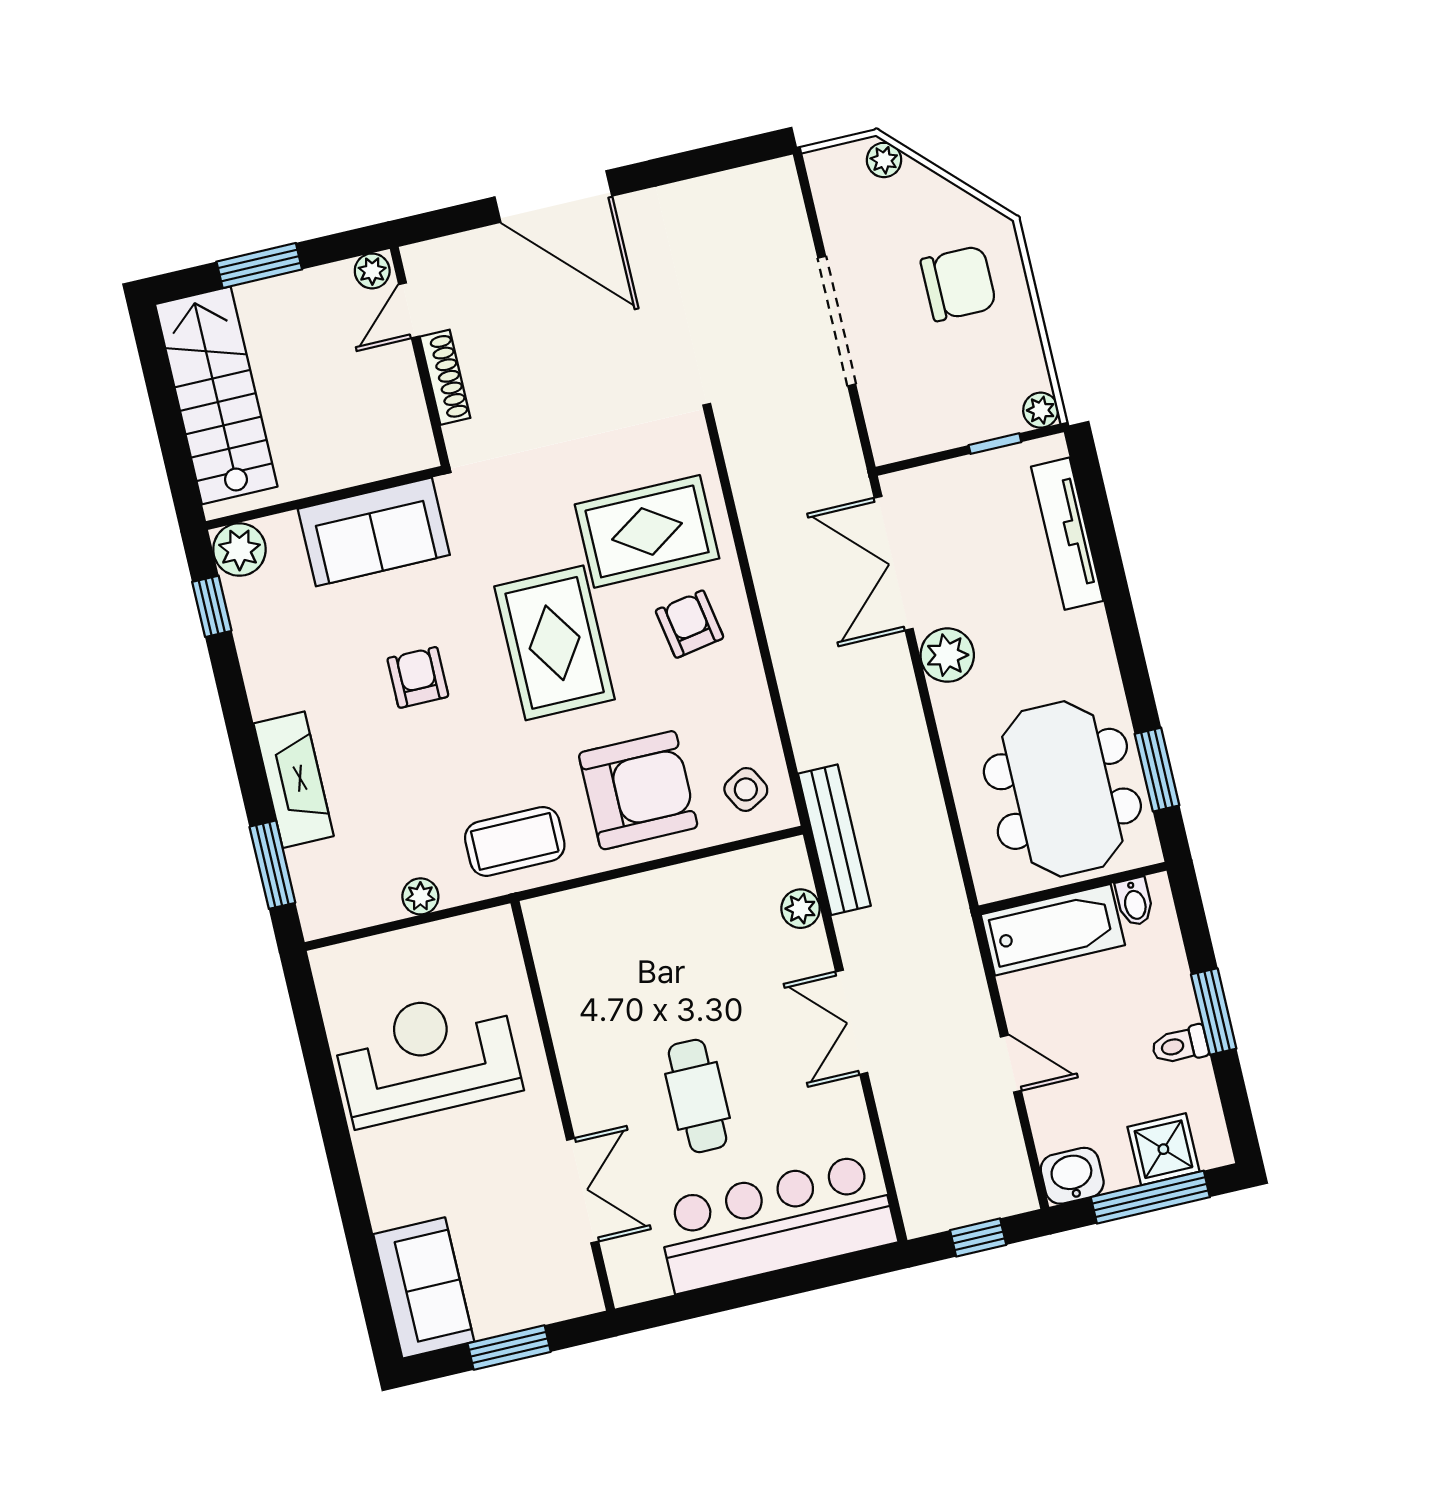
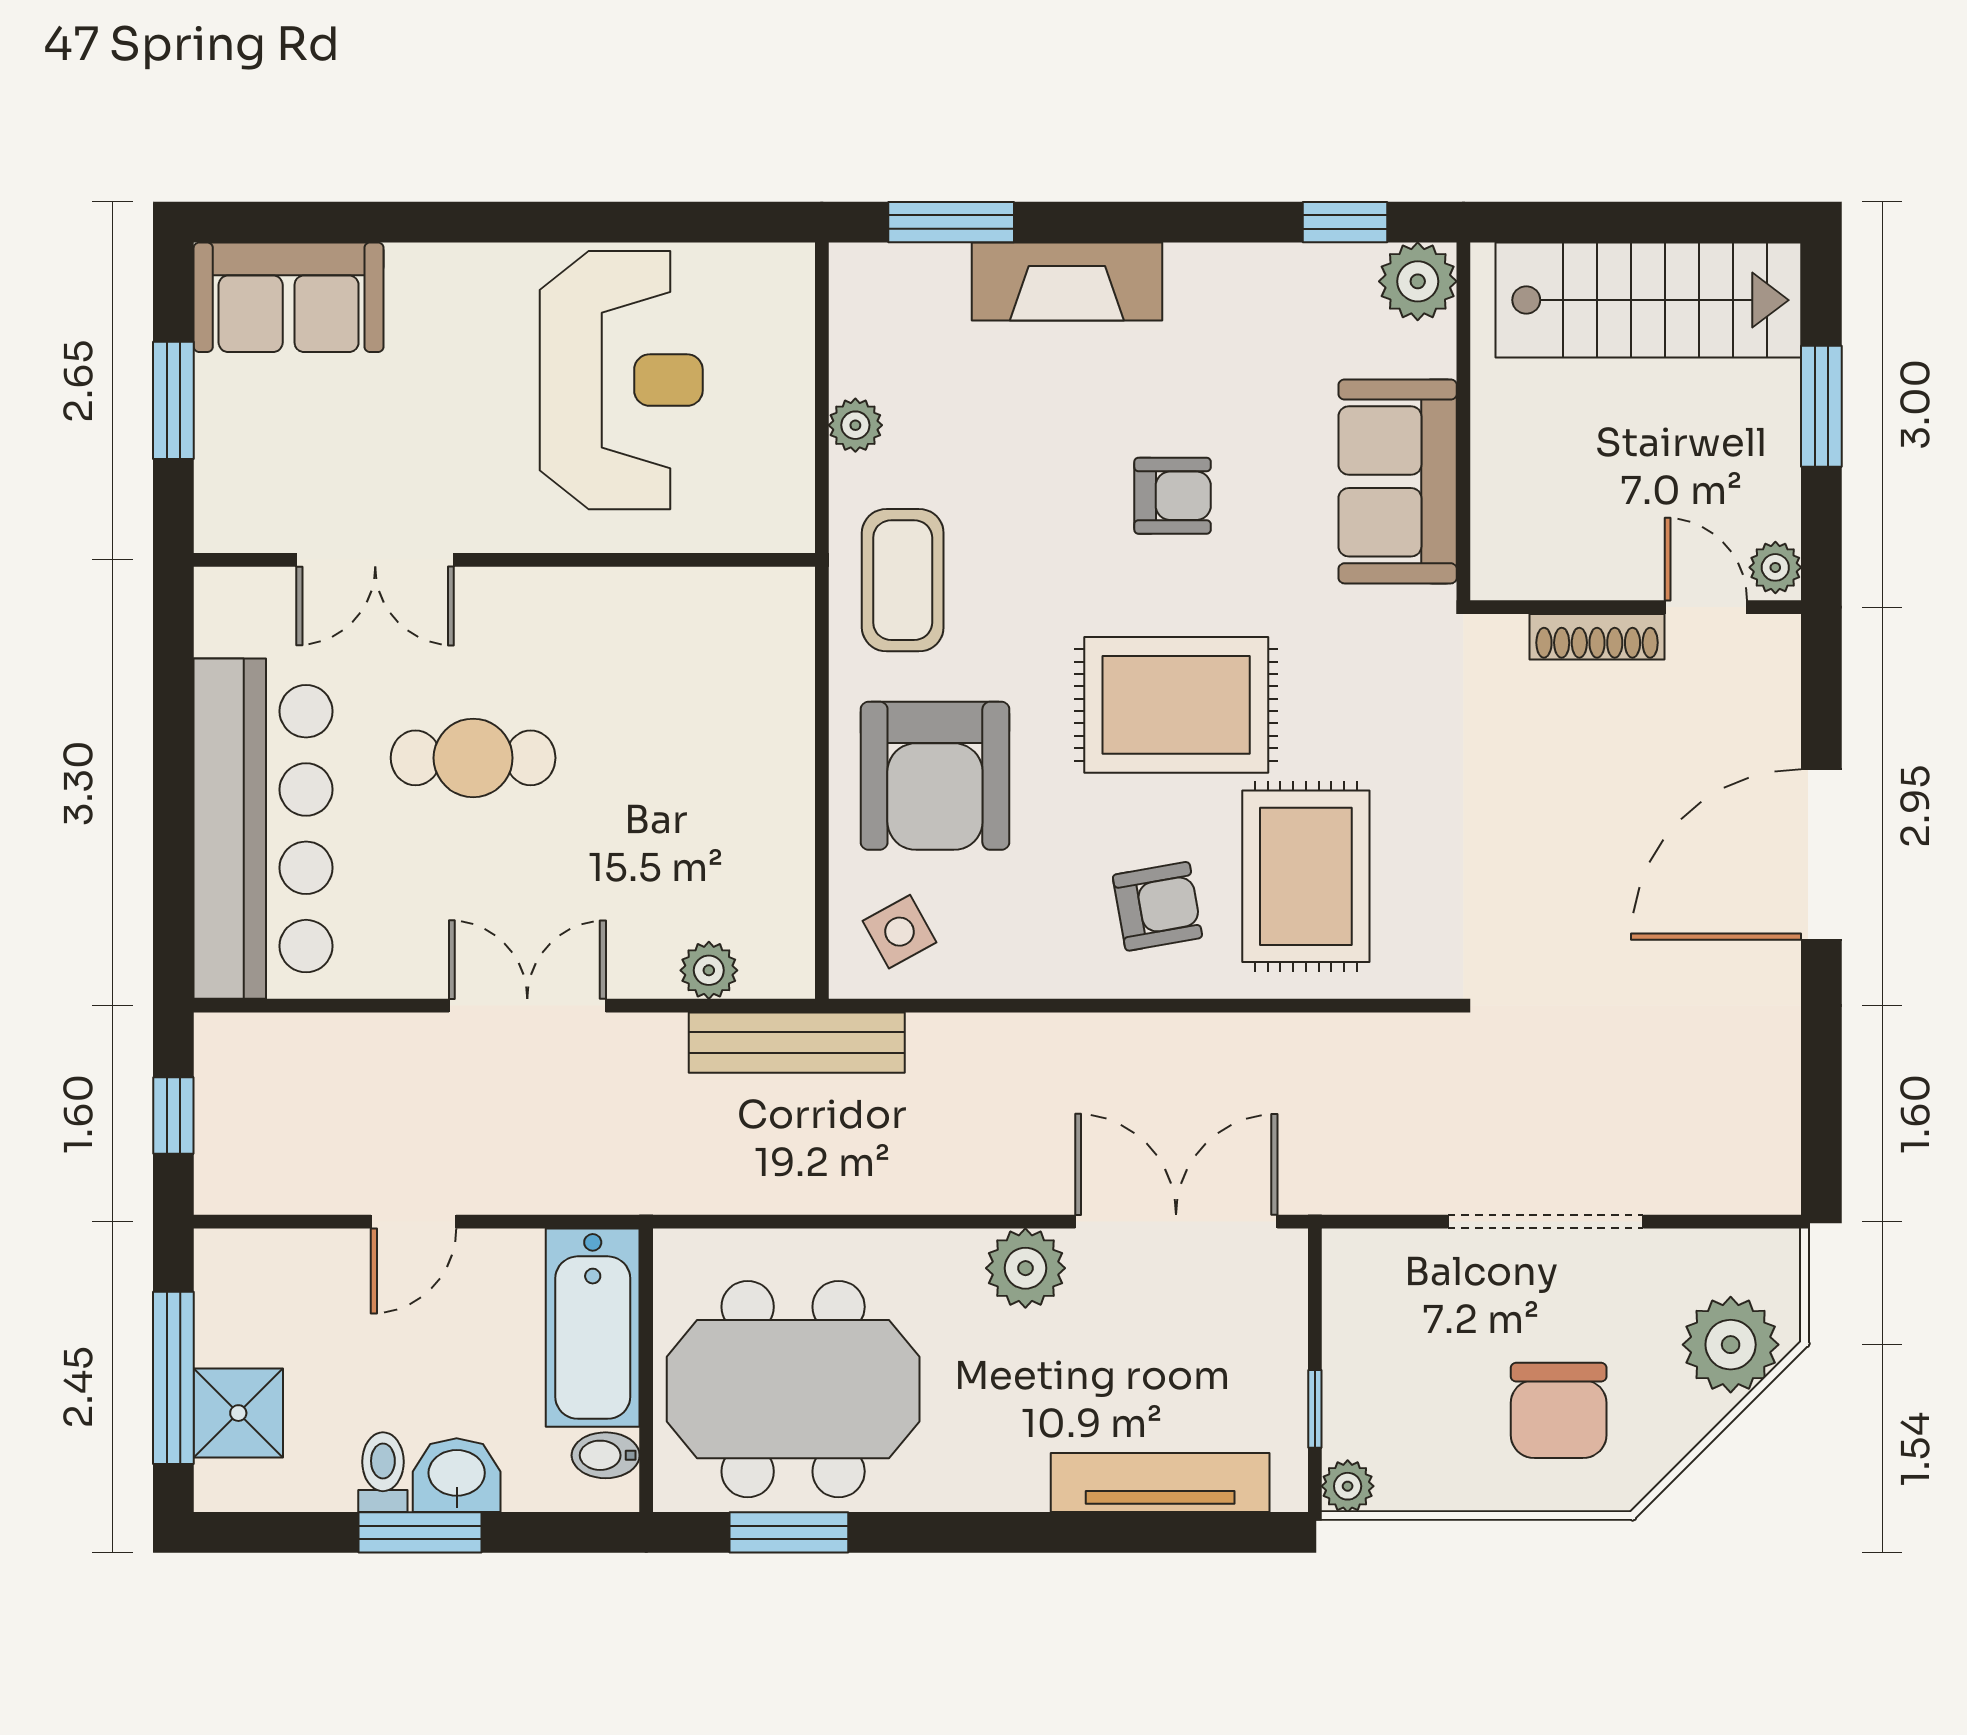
plant: (884, 160) -> (1731, 1345), width x1.88, depth x1.88
washbasin: (1072, 1176) -> (457, 1475), moved, turned -90

